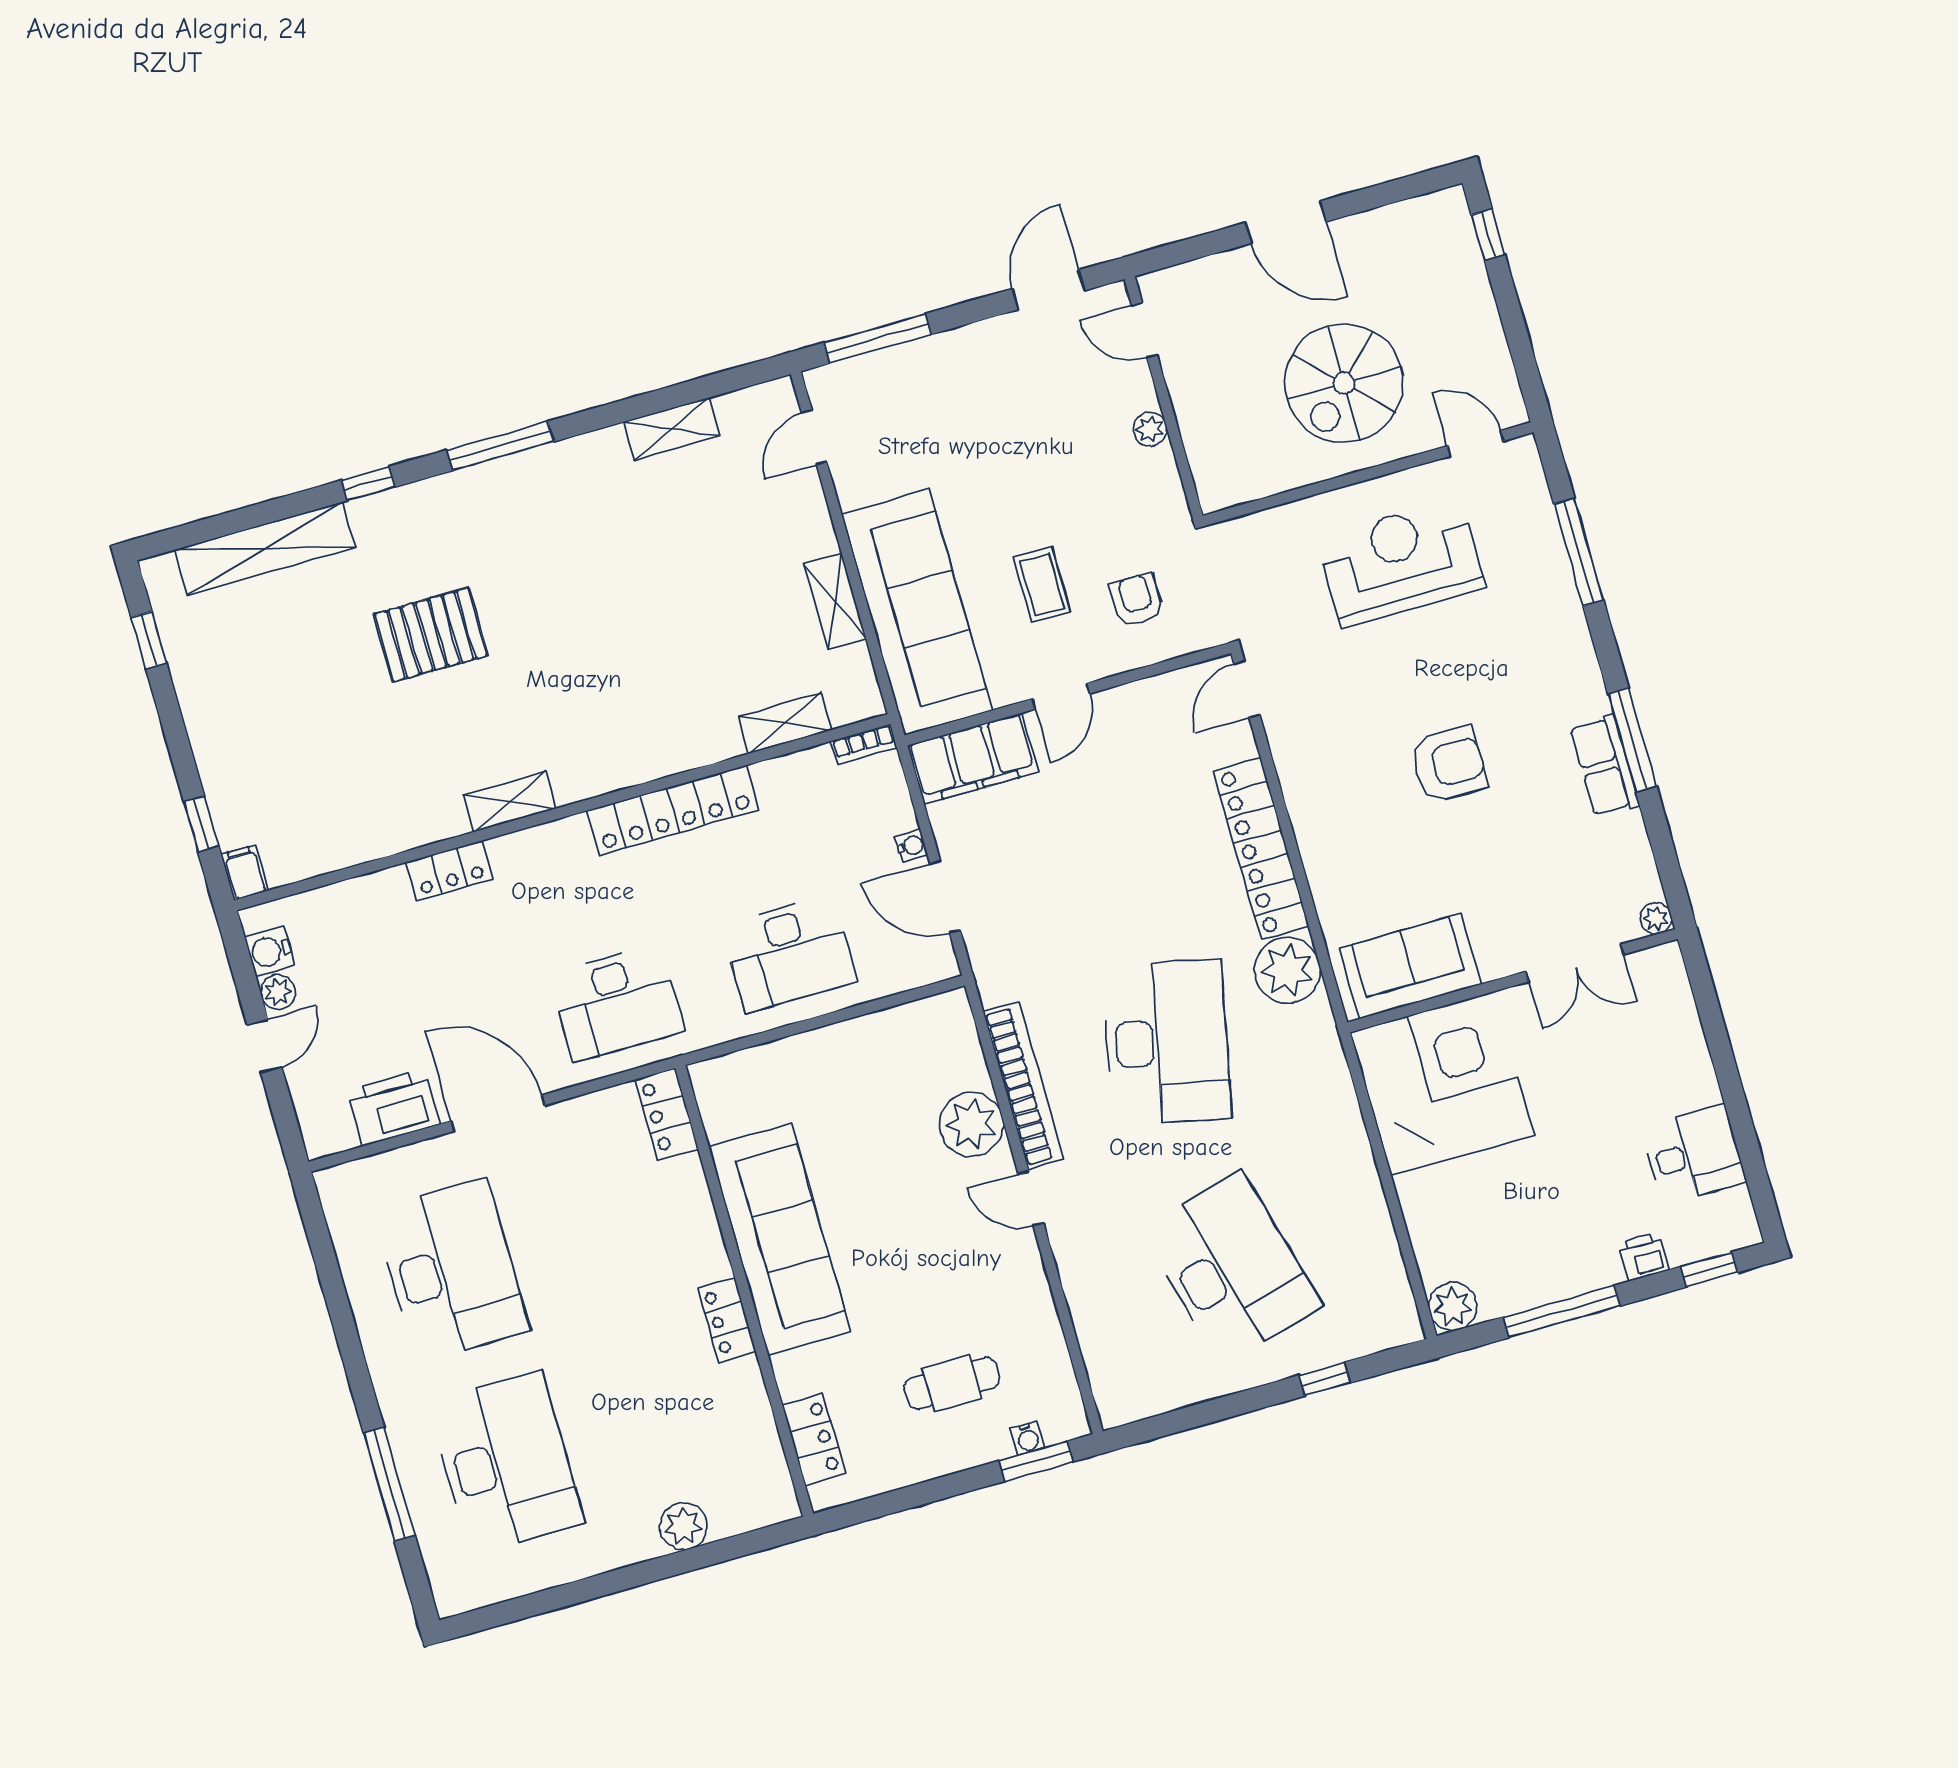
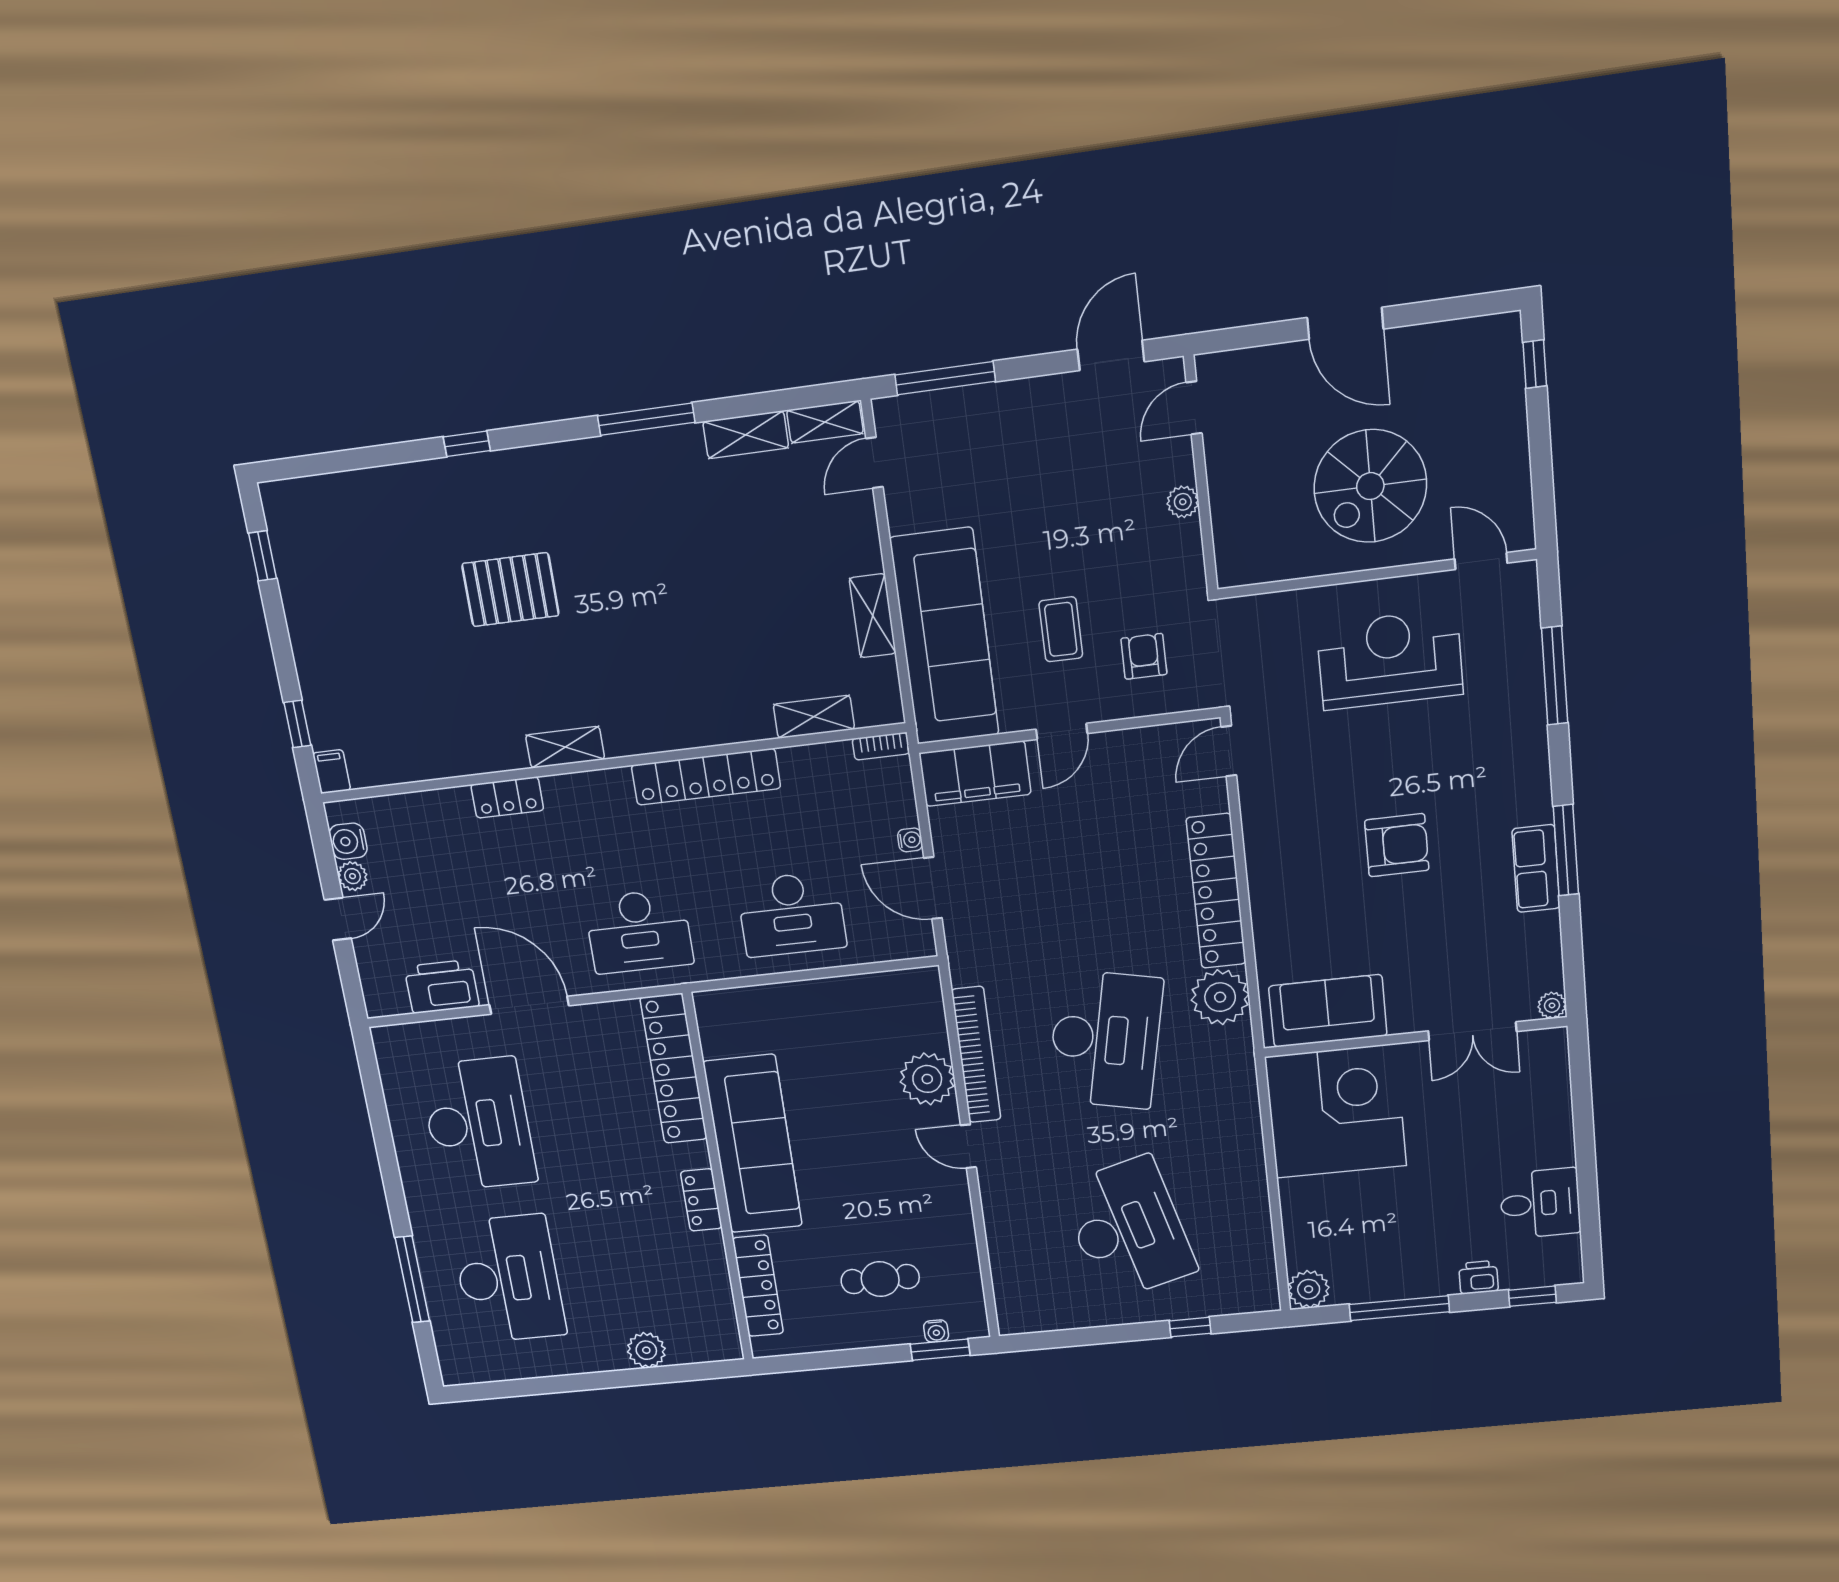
door: (1145, 330) -> (1194, 408), hinge flipped
window: (500, 446) -> (646, 419), moved
shelving: (265, 549) -> (825, 422), moved, width x0.45, depth x0.75
locker: (667, 1114) -> (674, 1069), width x2.16, depth x1.21
locker: (814, 1439) -> (758, 1286), width x1.53

